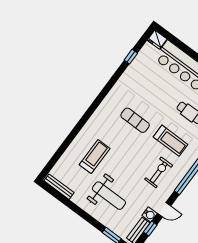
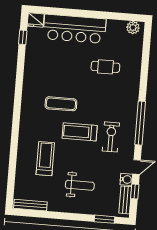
window: (131, 57) -> (23, 37), moved
treadmill: (170, 141) -> (80, 132), moved, turned 180
weight bench: (109, 196) -> (80, 185), width x0.73, depth x0.75

